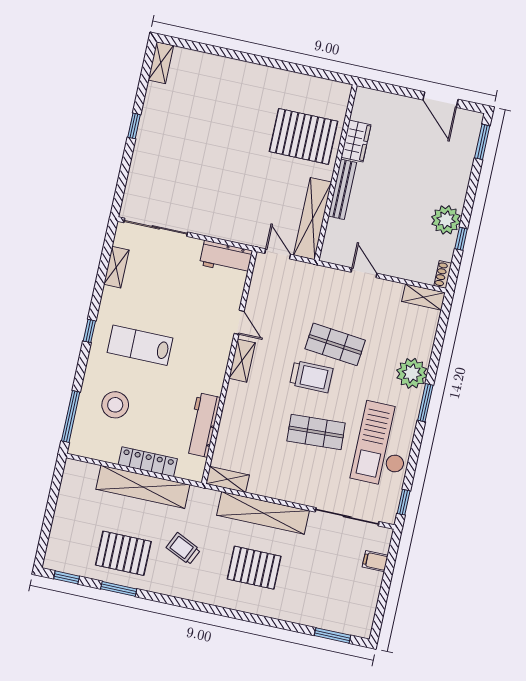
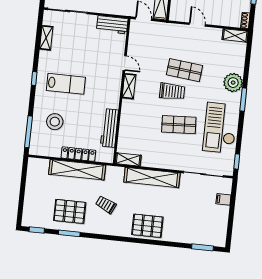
lab bench: (140, 345) -> (66, 84), turned 180
pallet: (254, 568) -> (147, 226), moved

